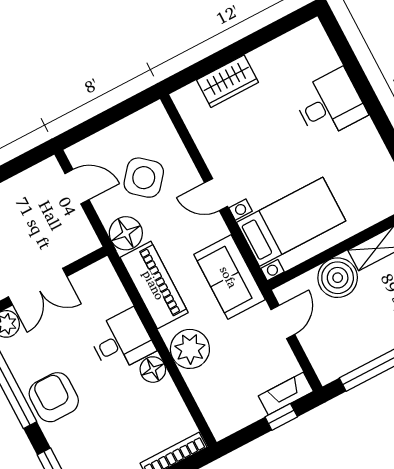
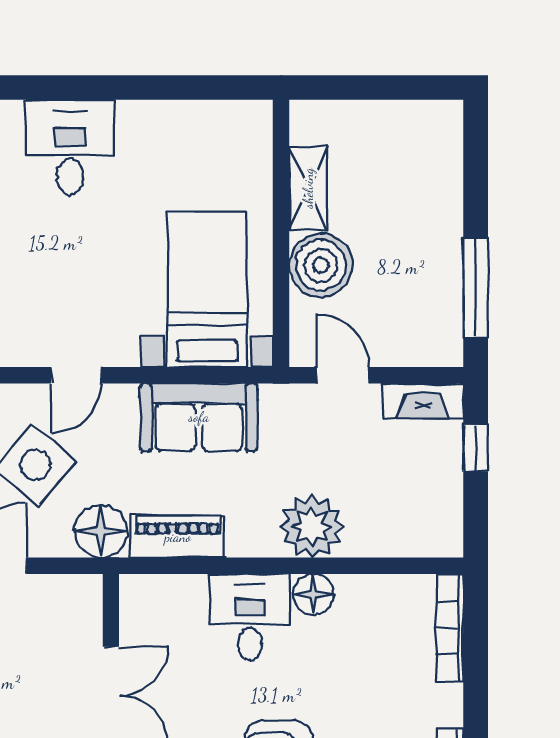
door: (216, 195) -> (76, 375), moved
sofa: (229, 277) -> (199, 417), moved
piano: (154, 285) -> (178, 537), width x0.73, depth x0.75
fireplace: (286, 394) -> (423, 401), moved, turned -90

